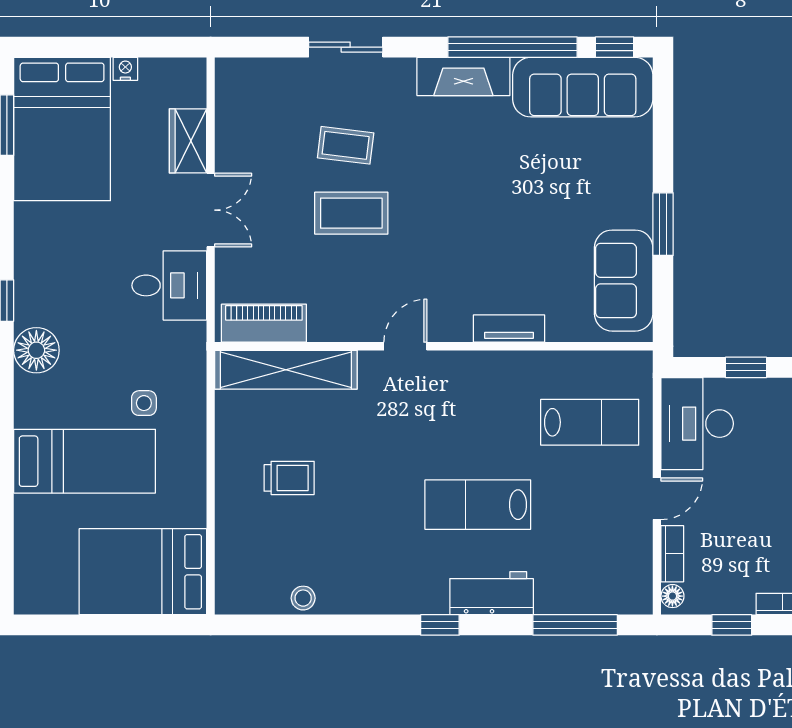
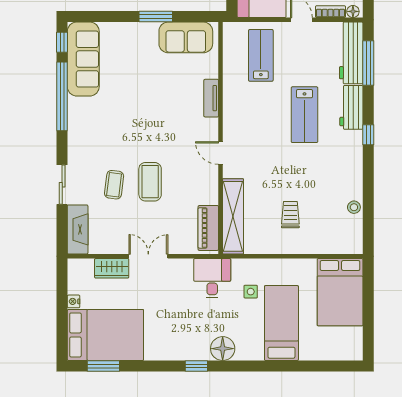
fireplace: (463, 76) -> (78, 229), moved
desk: (169, 285) -> (212, 278), moved
workbench: (594, 593) -> (351, 53), added

